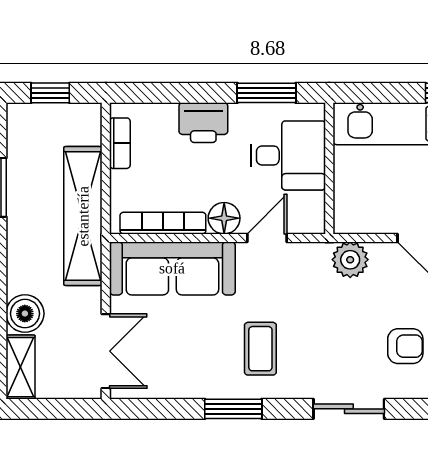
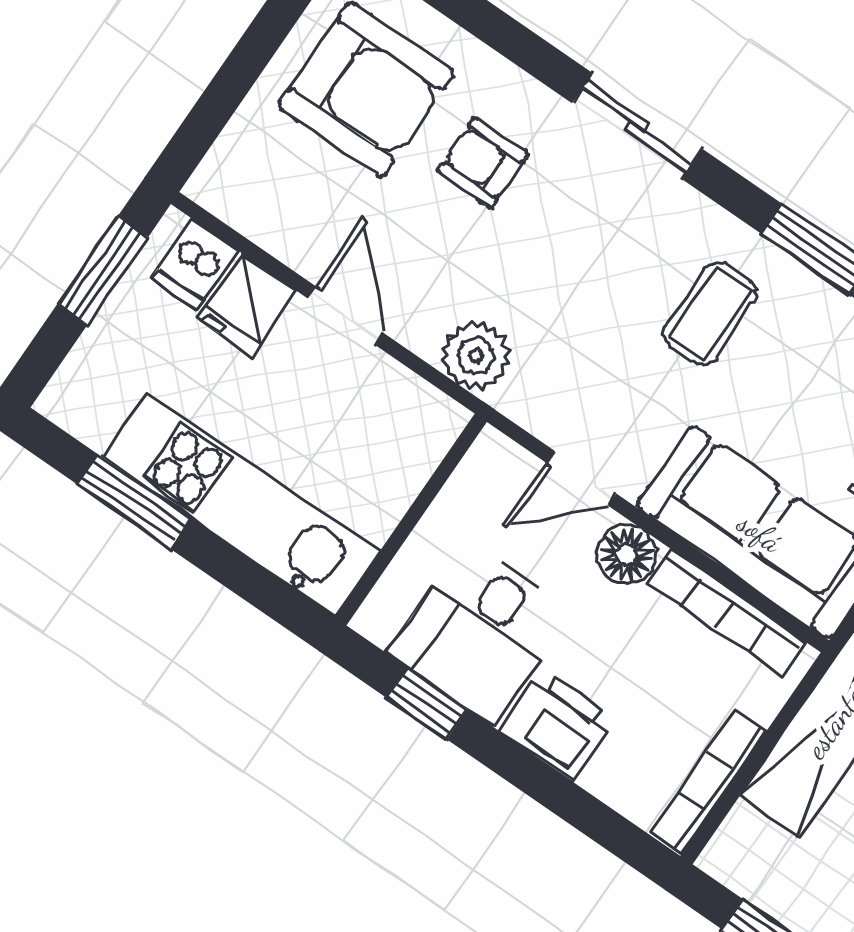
window: (266, 93) -> (427, 704), width x0.67
bookcase: (120, 143) -> (708, 782), width x1.56
desk: (288, 155) -> (480, 632), moved, turned -90

